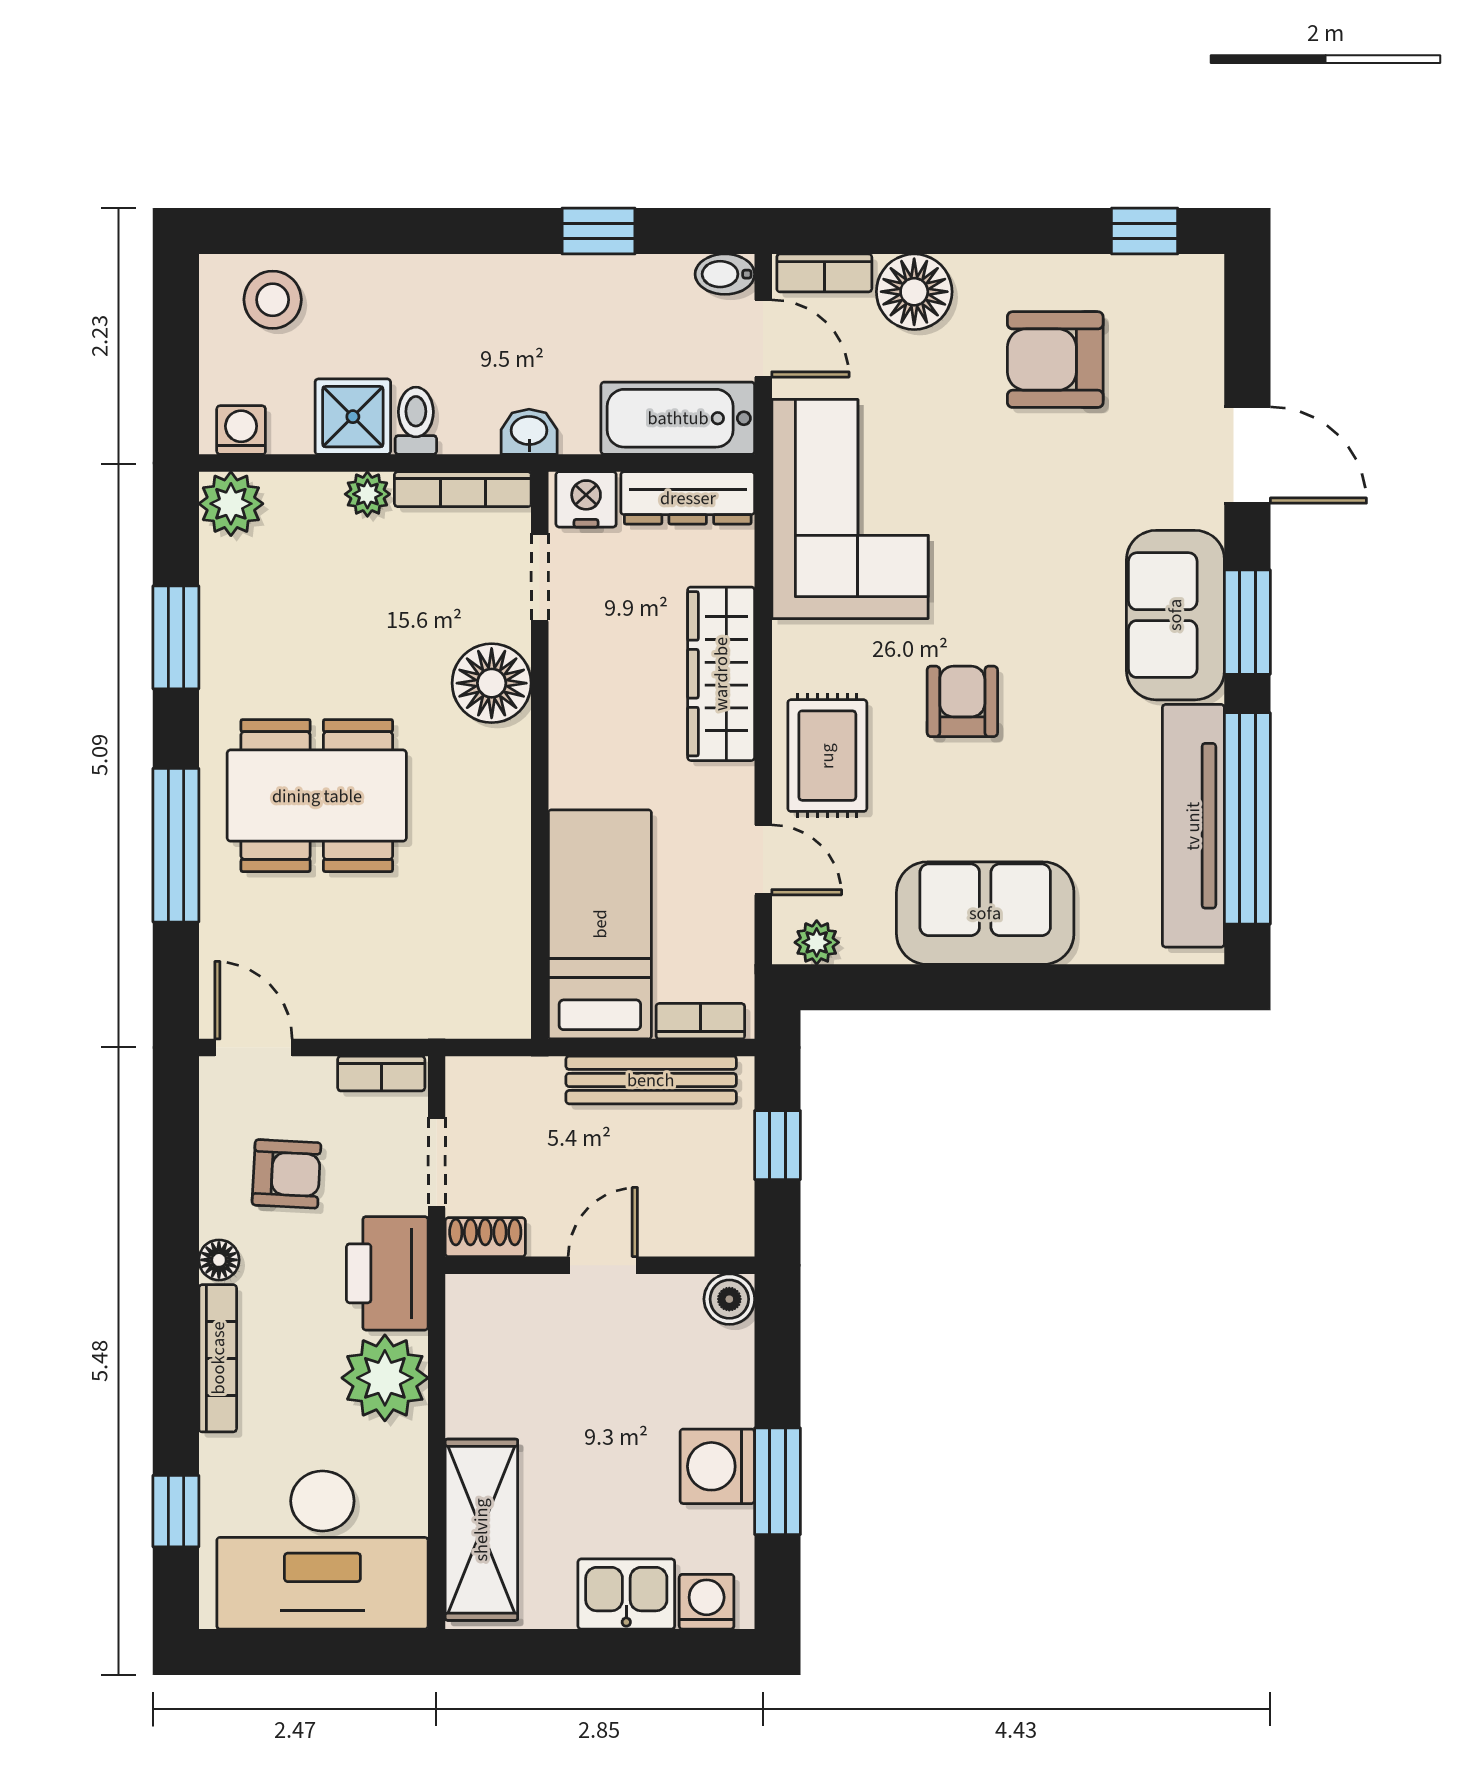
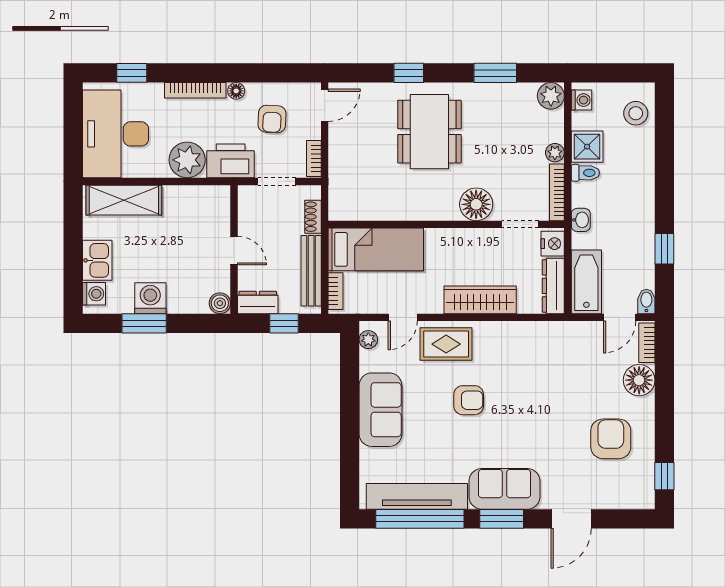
corner sofa: (850, 509) -> (549, 353), removed
window: (176, 845) -> (409, 73), width x0.46
dresser: (727, 1208) -> (258, 302), added
shoe rack: (485, 1237) -> (313, 217), moved, turned 180

